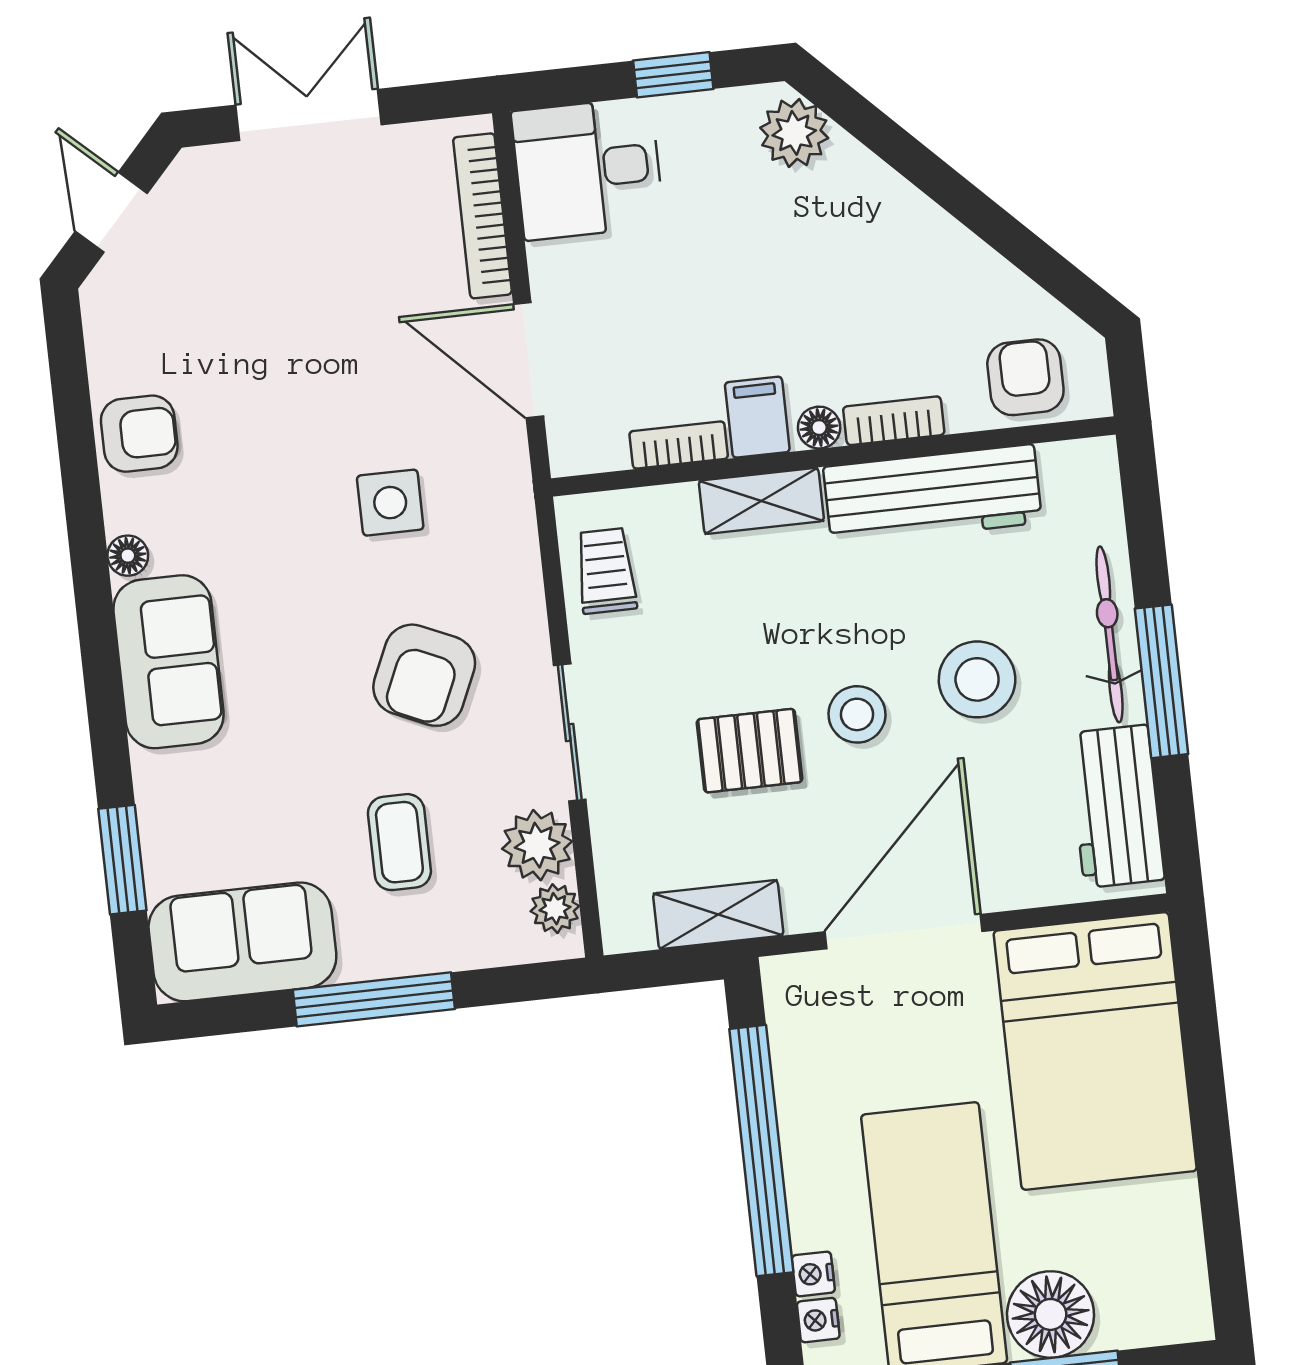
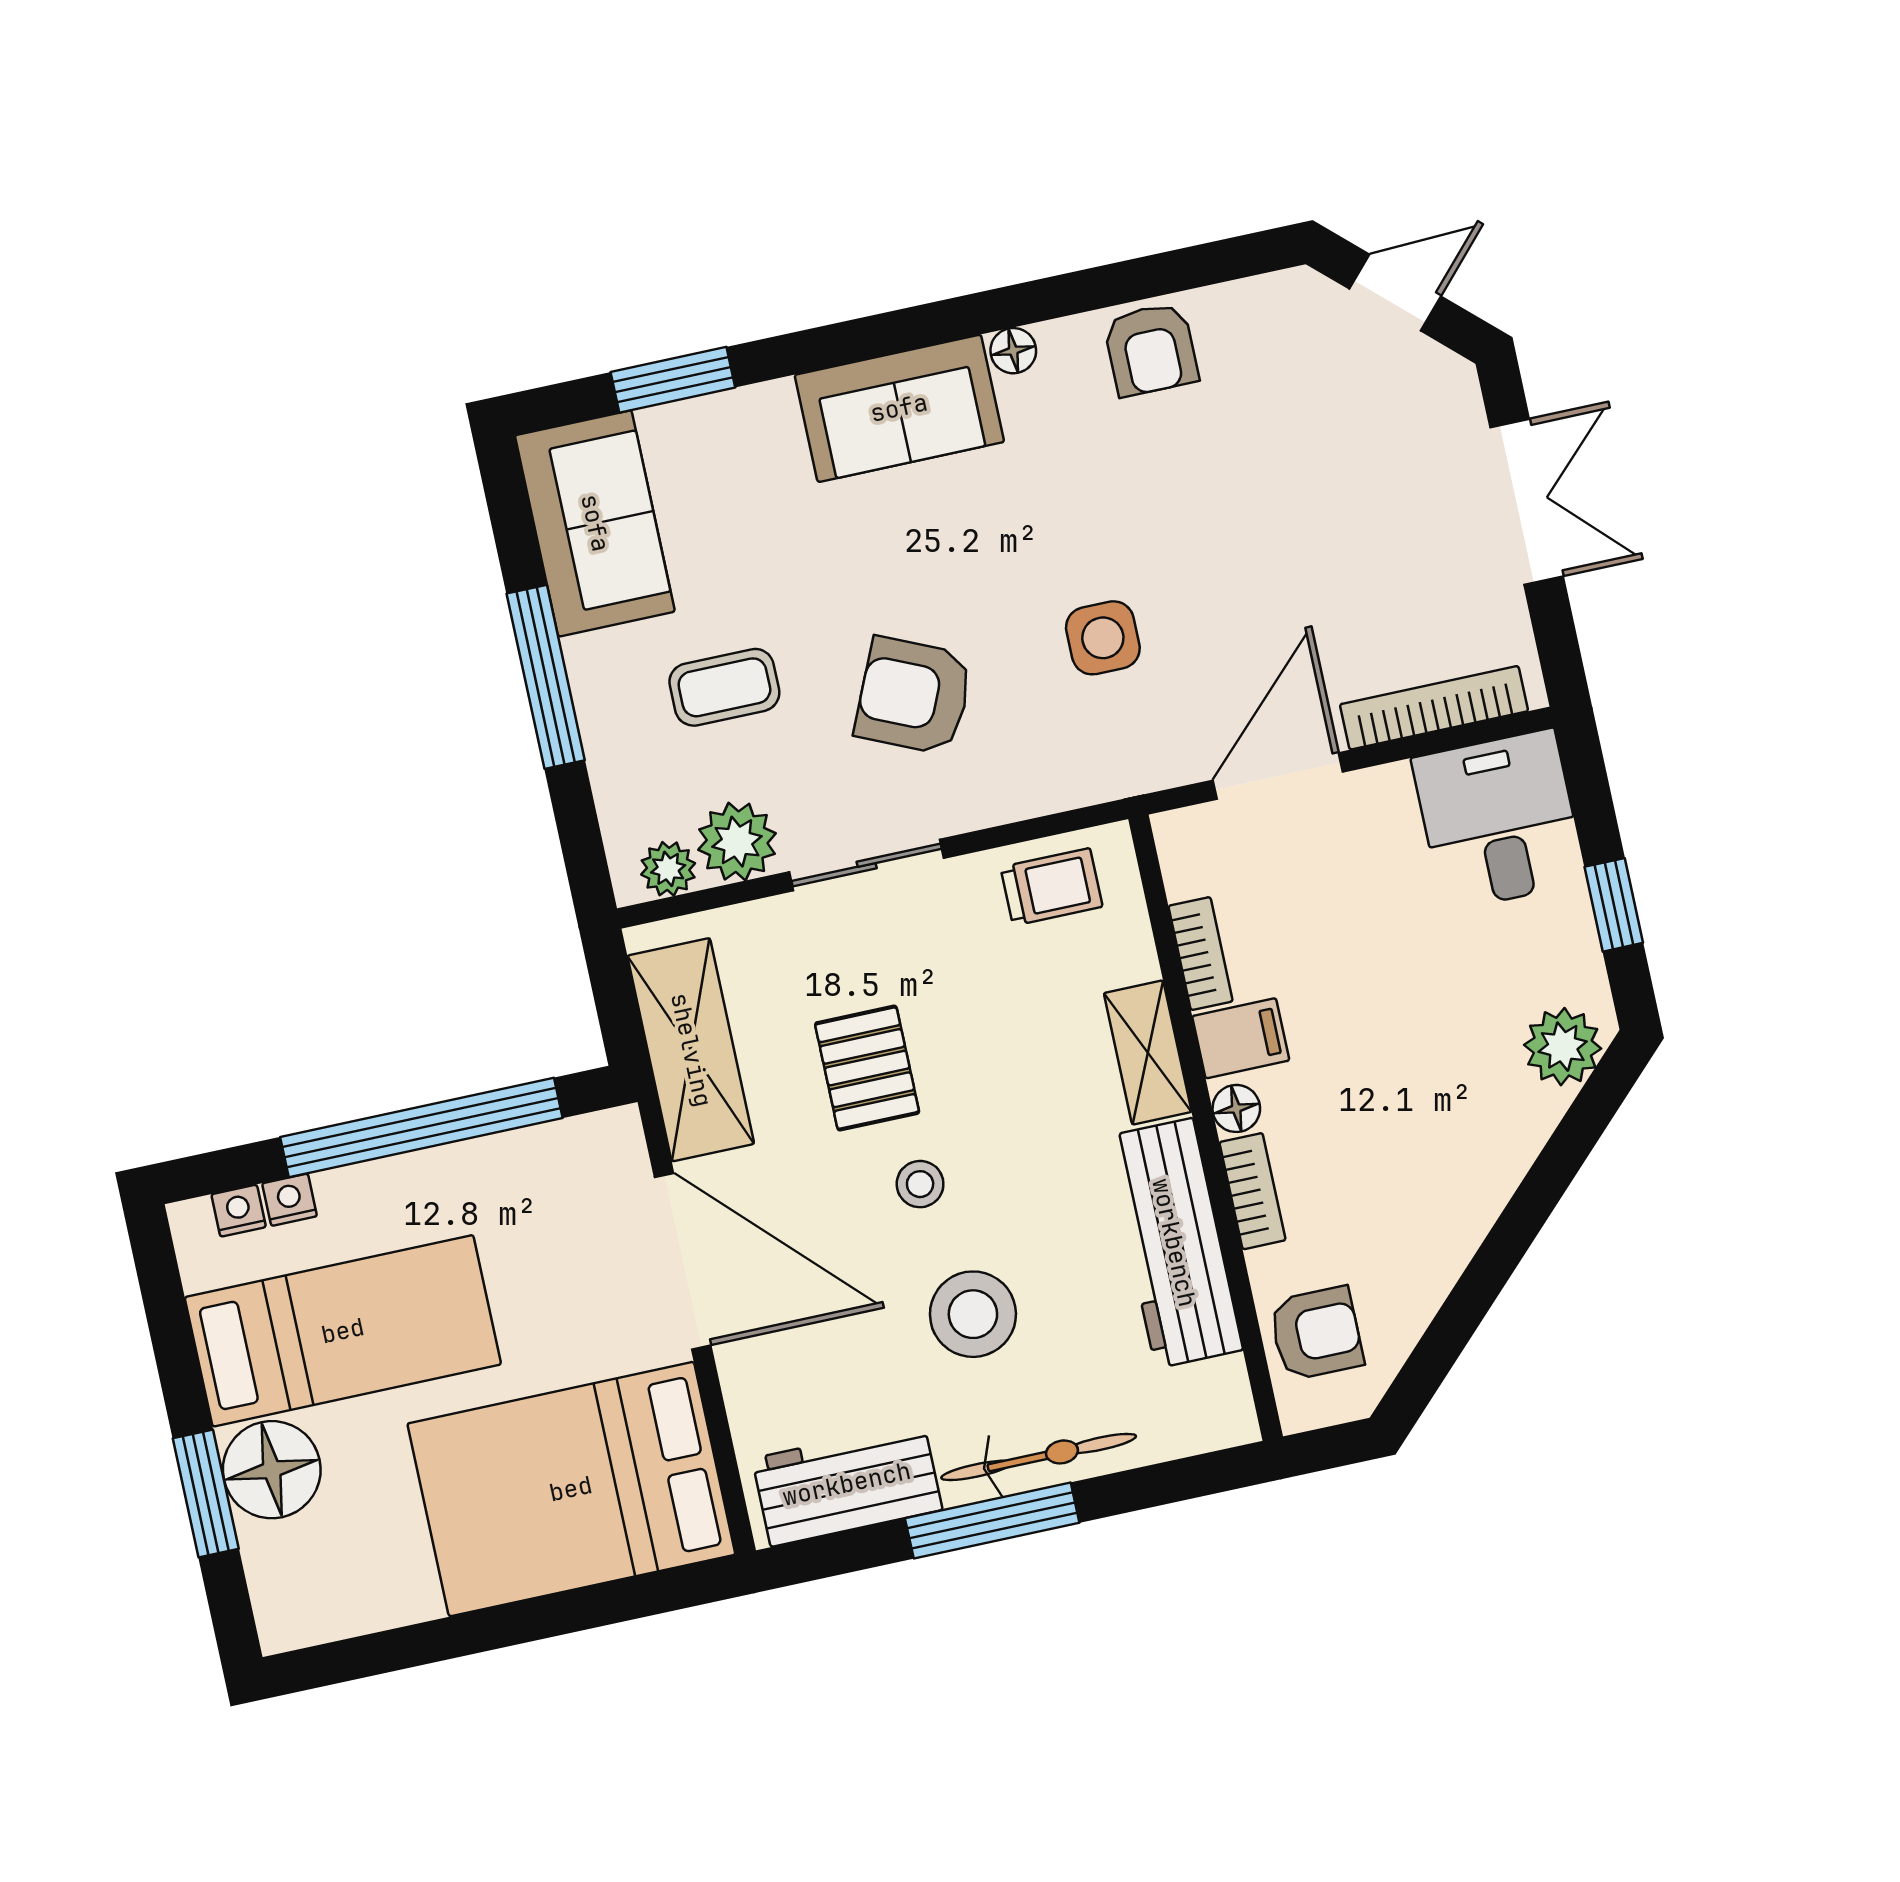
stool: (857, 714) -> (920, 1184), width x0.73, depth x0.73
shelving: (718, 914) -> (691, 1050), width x1.50, depth x1.33

